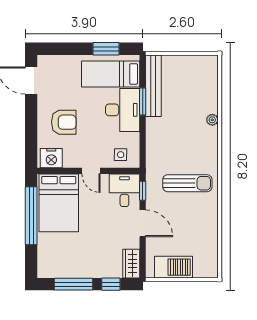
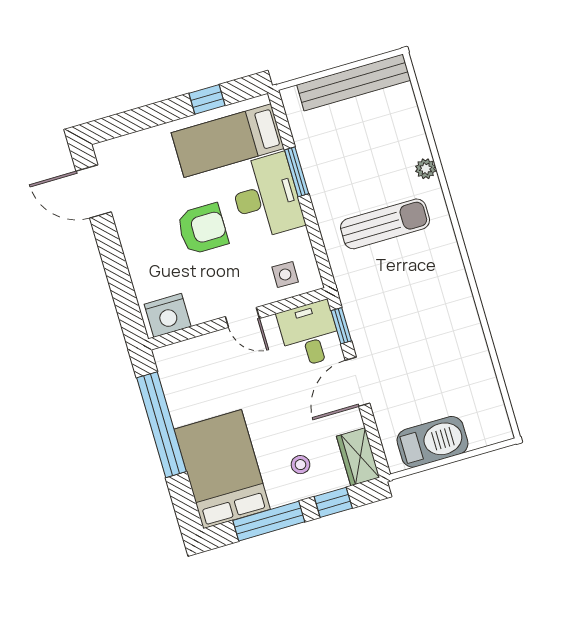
window: (106, 49) -> (207, 99), width x0.67
bench: (153, 86) -> (354, 82), moved, turned 90
armchair: (64, 122) -> (202, 229), moved
sun lounger: (187, 183) -> (385, 224), moved
bed: (59, 203) -> (222, 469), moved, turned 180
door: (143, 223) -> (358, 382), swing flipped
stool: (99, 259) -> (300, 465), added

